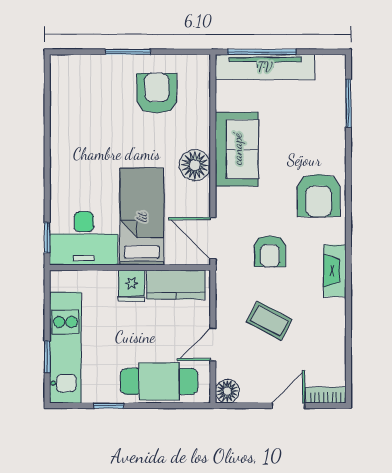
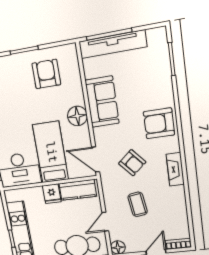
armchair: (319, 195) -> (159, 123), turned 90
armchair: (270, 251) -> (132, 163), turned -41
coffee table: (269, 321) -> (138, 204), turned 54

